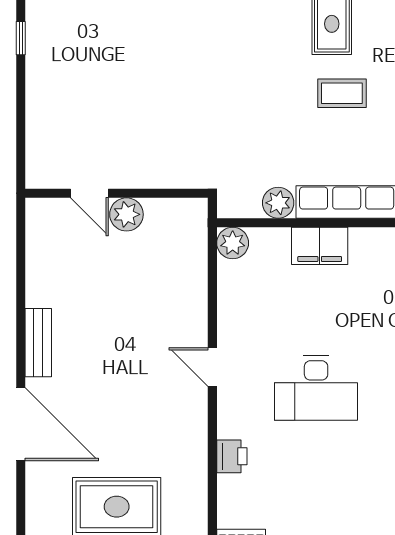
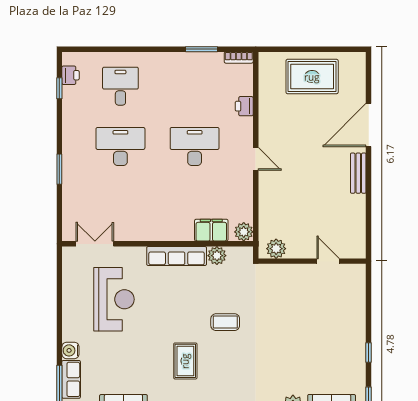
coffee table: (342, 93) -> (225, 322), moved
plant: (126, 214) -> (276, 249), moved
filing cabinet: (320, 246) -> (211, 230), moved
door: (21, 424) -> (369, 125), hinge flipped

